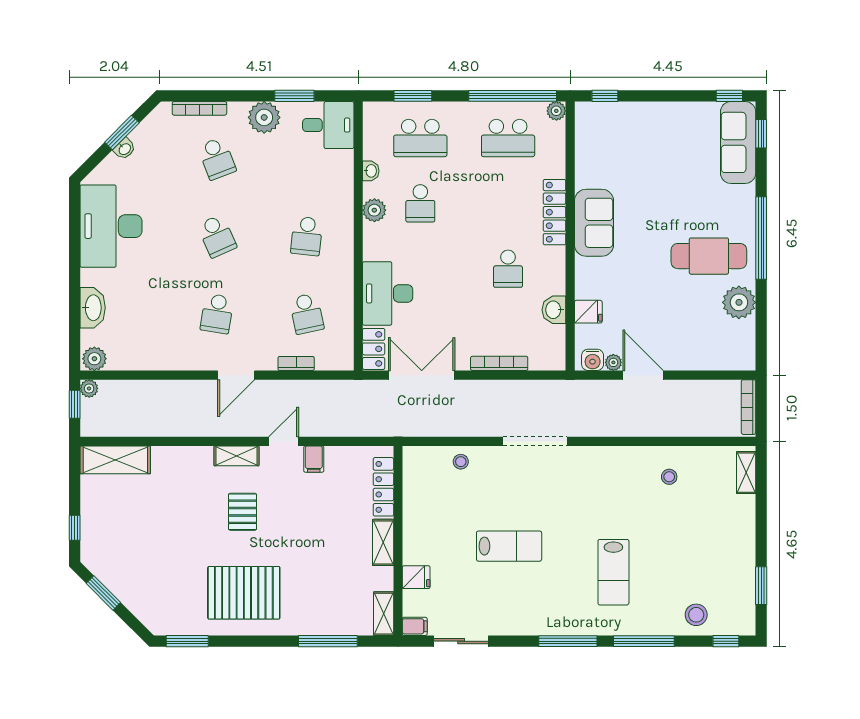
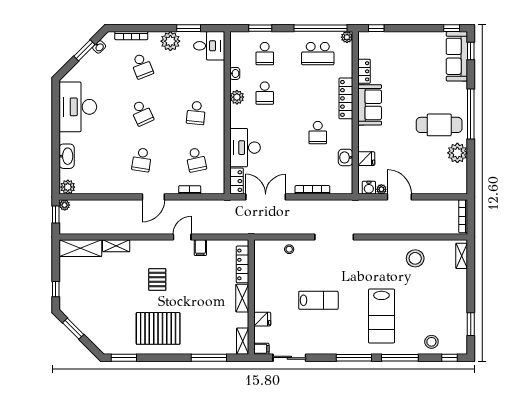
school desk: (420, 138) -> (265, 54), width x0.54
washbasin: (125, 149) -> (99, 47), moved
locker: (585, 167) -> (364, 71), added
shelving: (236, 456) -> (116, 246), moved
stool: (669, 477) -> (415, 258), width x1.89, depth x1.89
lab bench: (613, 572) -> (381, 316), width x1.36, depth x1.39

